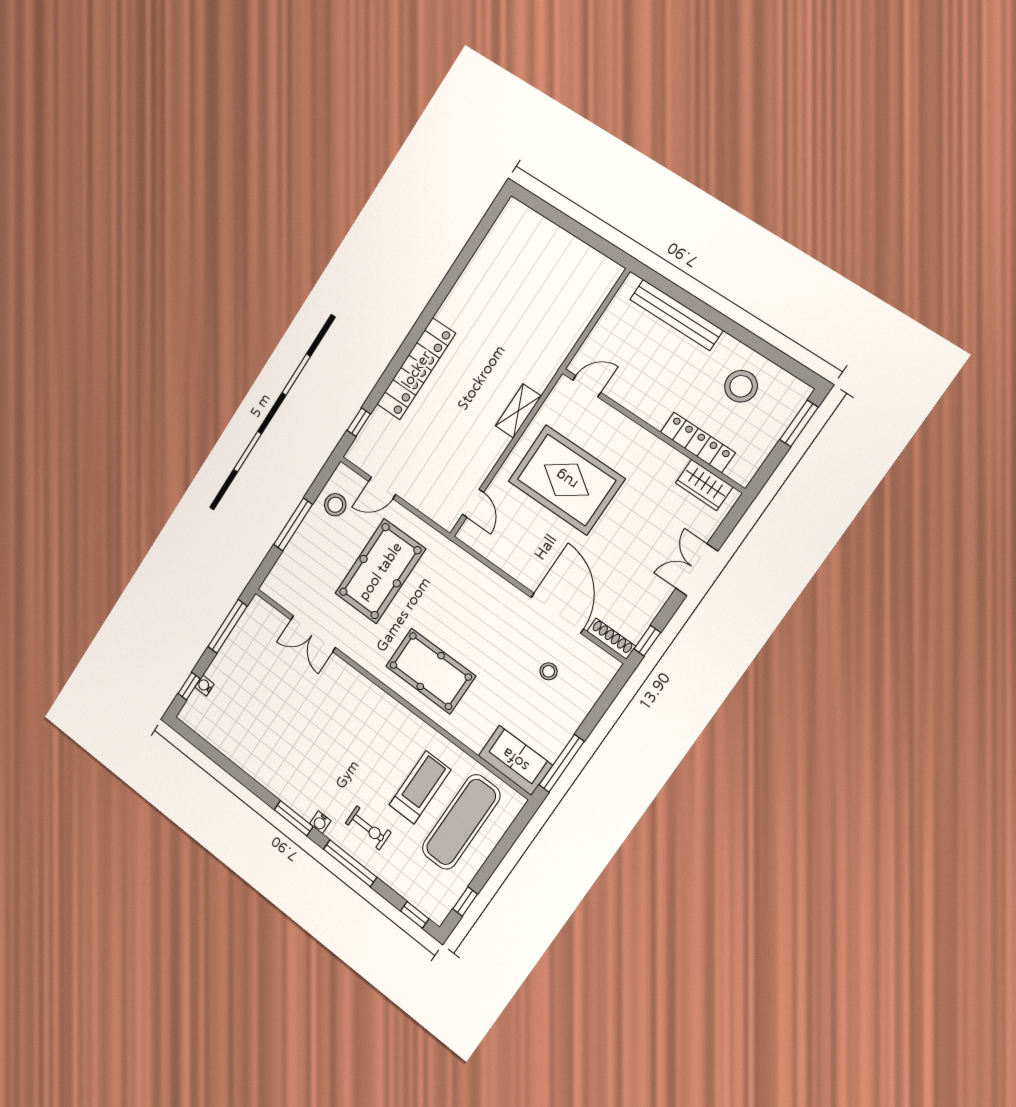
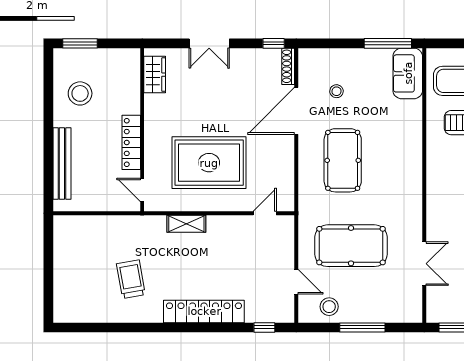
trolley: (501, 311) -> (131, 279), added
locker: (698, 442) -> (131, 142), moved
rug: (566, 480) -> (209, 163), turned 90
pool table: (431, 671) -> (343, 160), moved

